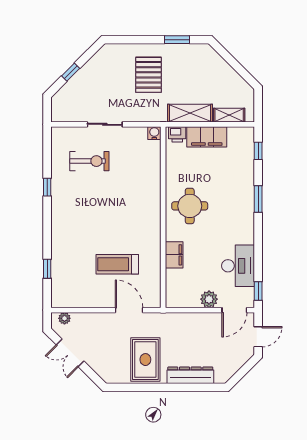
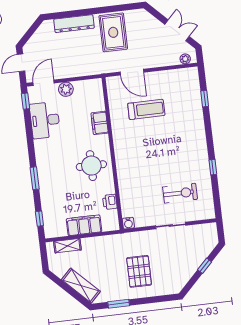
shelving: (190, 113) -> (81, 286), moved, turned 45
printer: (177, 134) -> (110, 202), moved, turned -90
exercise bike: (89, 161) -> (180, 193), turned 180

